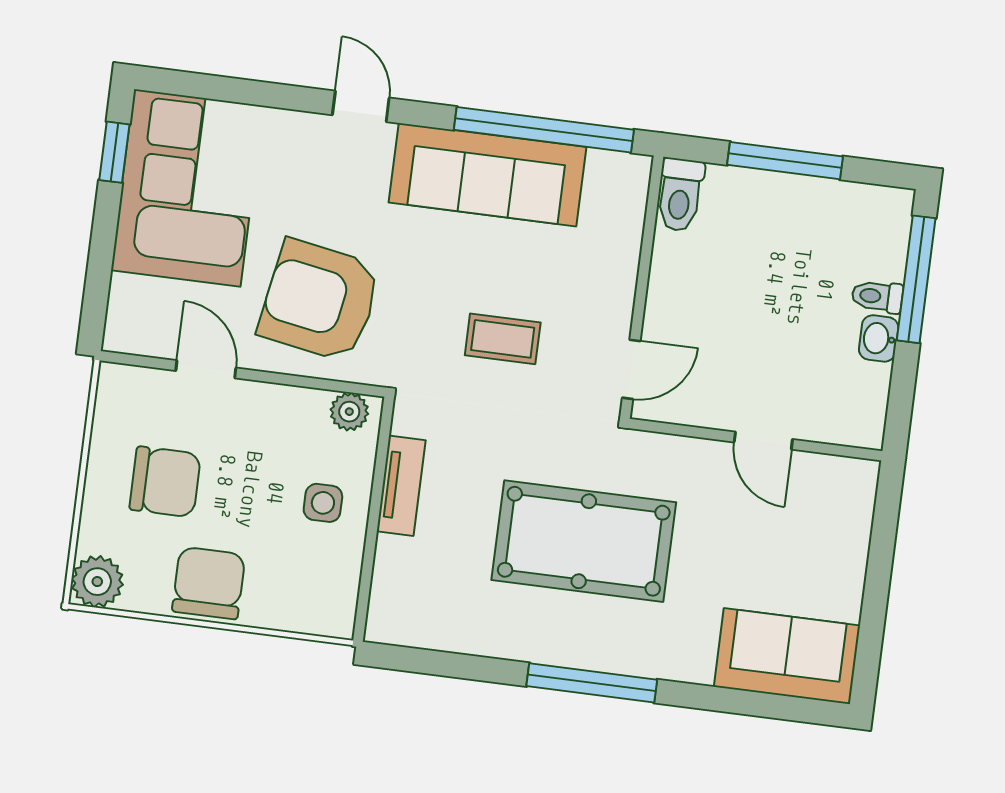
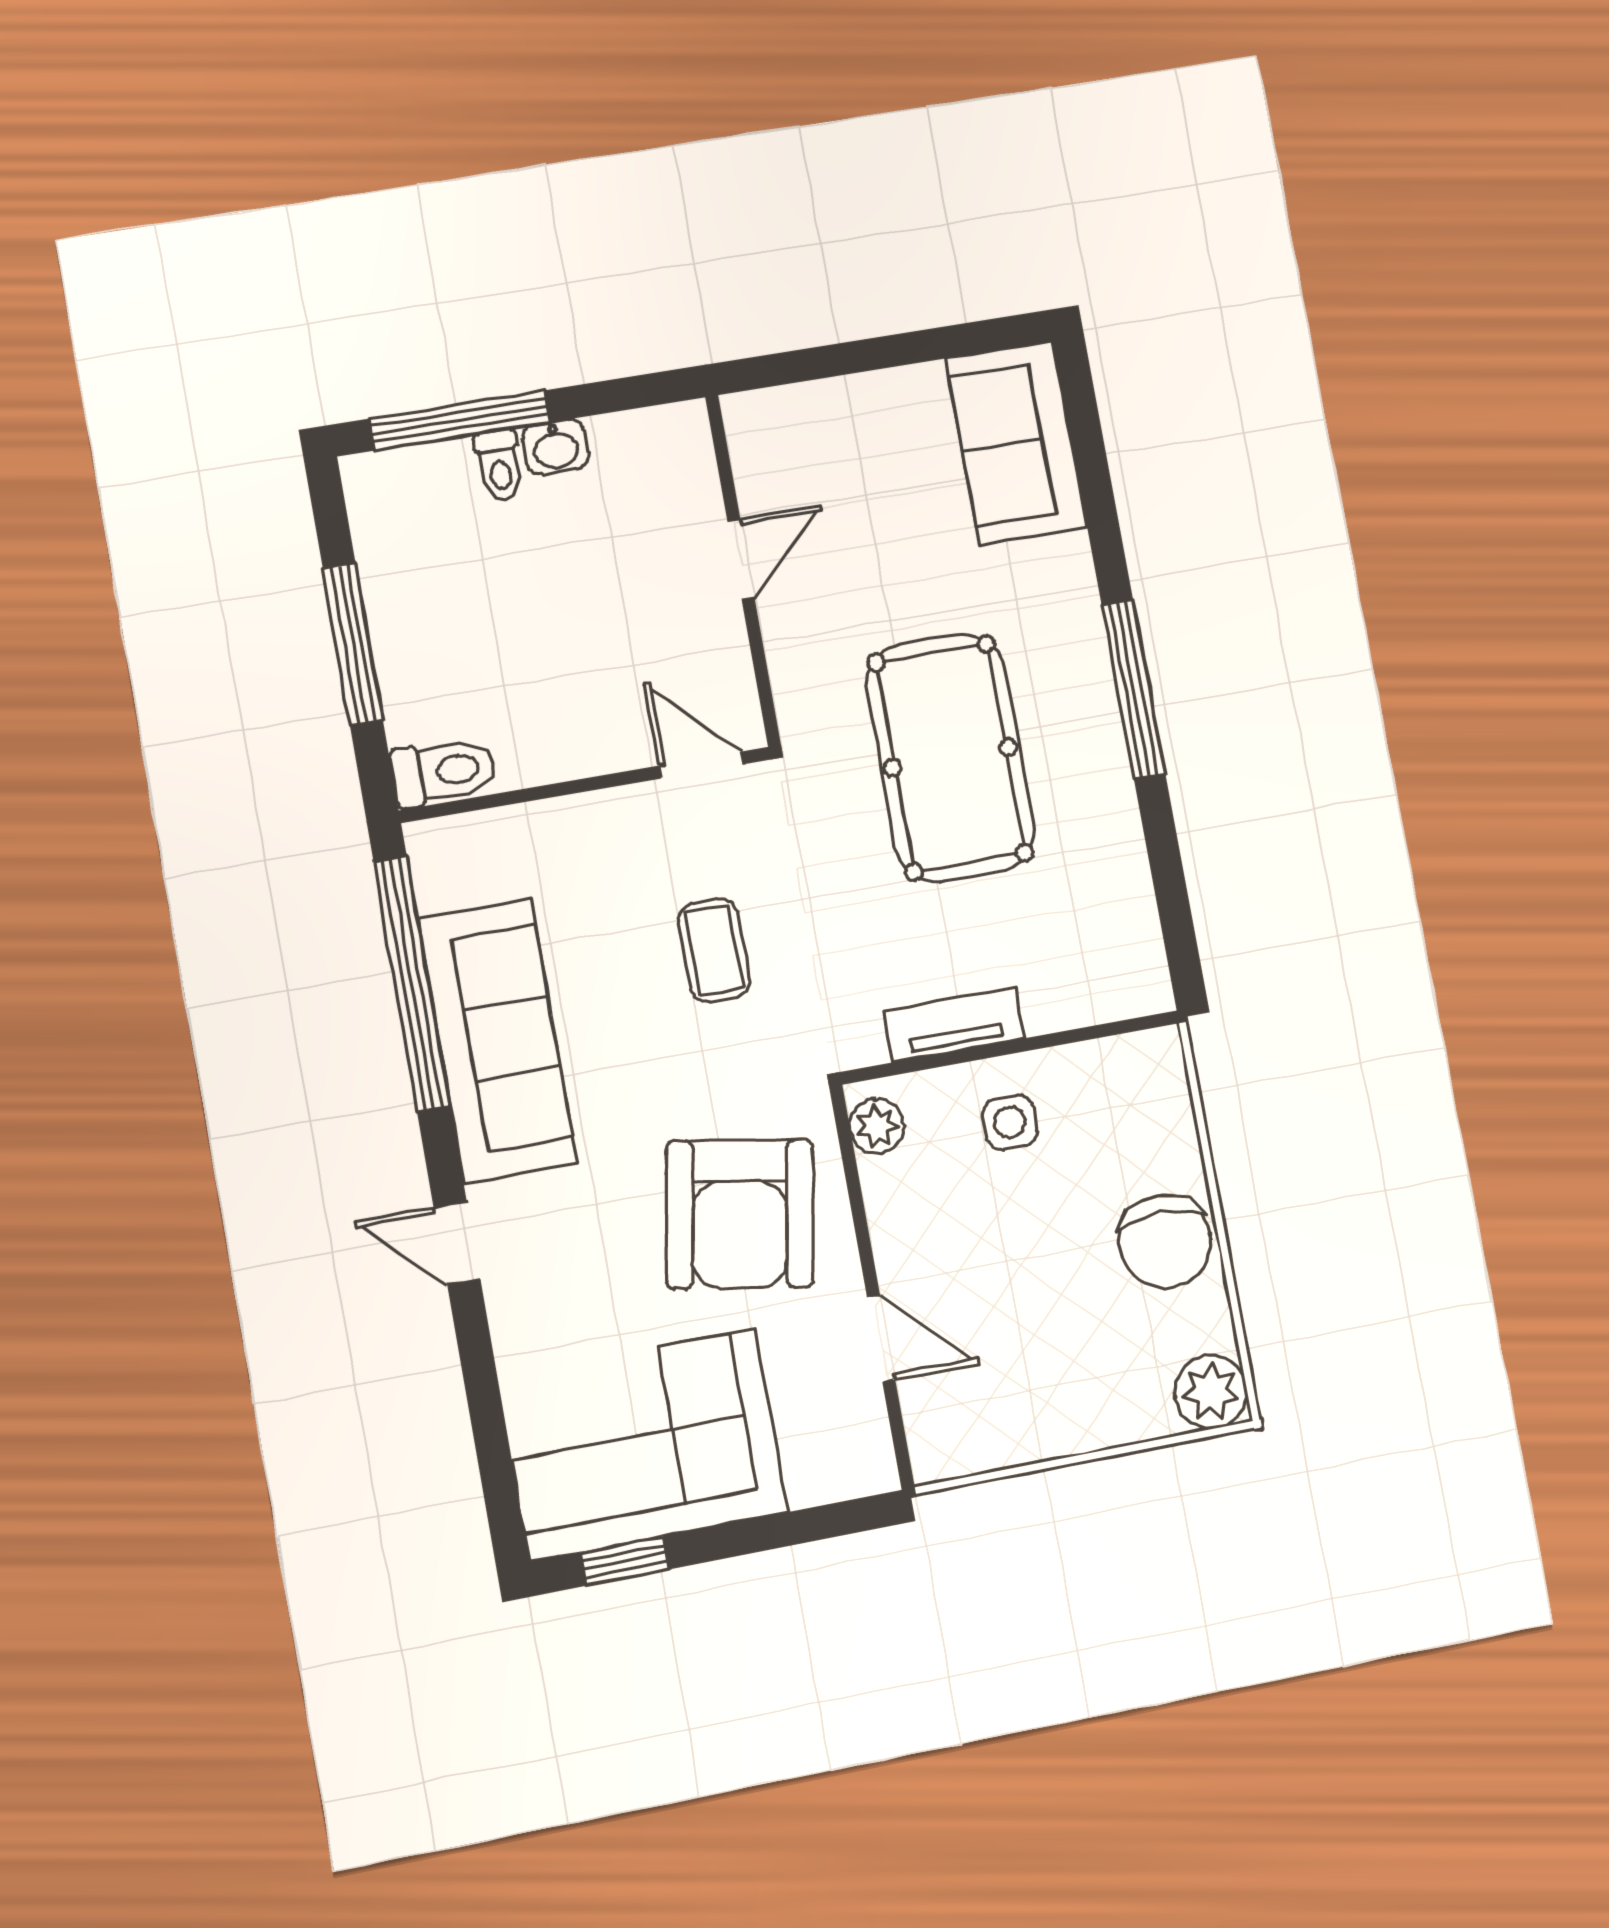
door: (361, 106) -> (457, 1243), hinge flipped
door: (206, 369) -> (881, 1339), swing flipped
chair: (165, 482) -> (1049, 1344), removed
chair: (209, 583) -> (1165, 1241), turned -90

